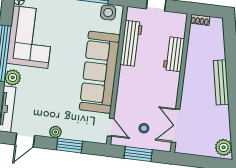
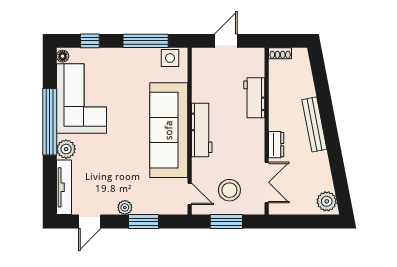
workbench: (131, 43) -> (202, 130), moved
dresser: (187, 95) -> (276, 145), added
double door: (176, 126) -> (267, 182), swing flipped
stool: (144, 128) -> (229, 190), width x1.89, depth x1.89

